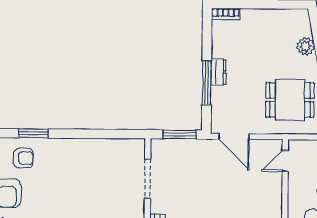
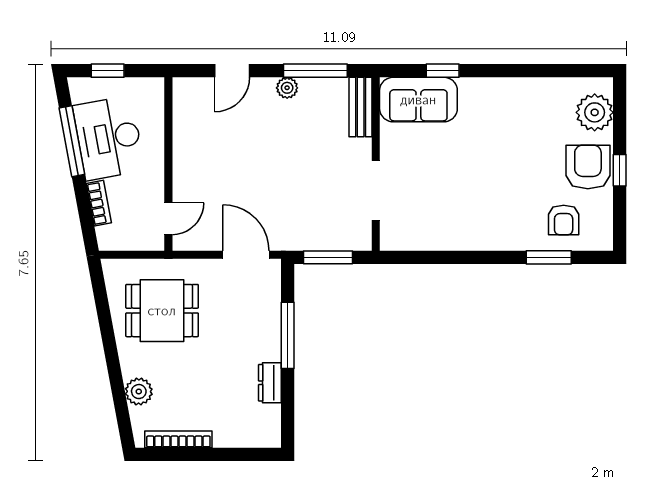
bookcase: (226, 14) -> (178, 439), moved, width x1.56
dresser: (219, 72) -> (270, 383), moved
armchair: (23, 158) -> (564, 220), turned -90

